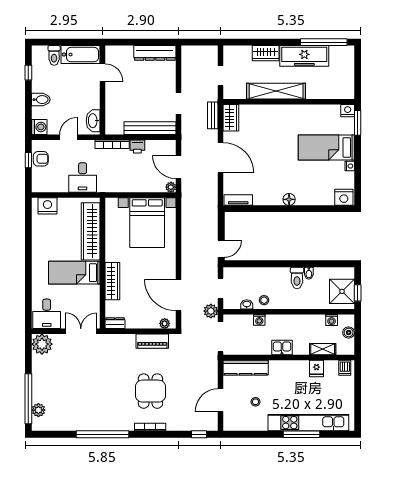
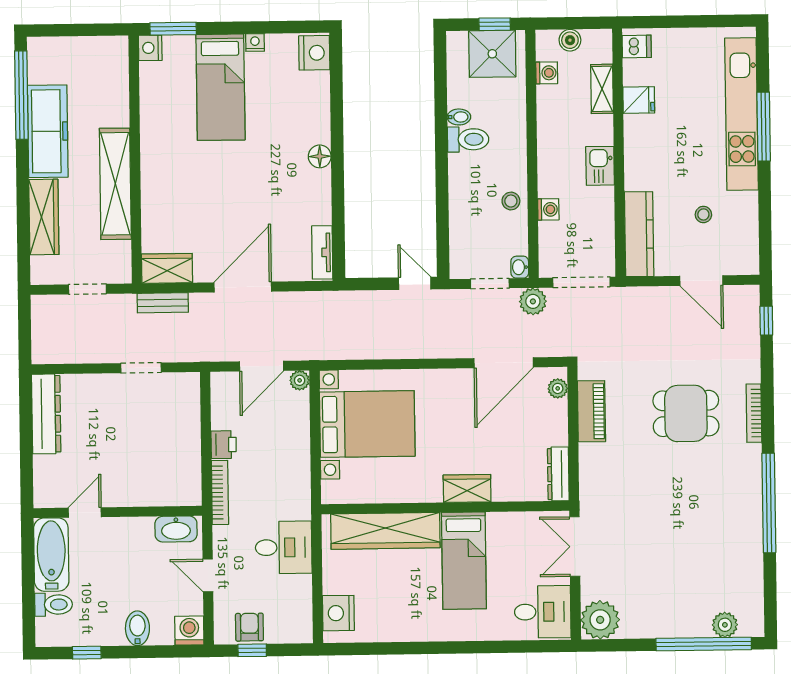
wardrobe: (266, 53) -> (44, 217), width x1.50
bench: (150, 128) -> (189, 421), removed
wardrobe: (112, 281) -> (467, 488), width x0.67
washbasin: (247, 304) -> (520, 267), moved
dresser: (115, 323) -> (558, 474), width x1.44

